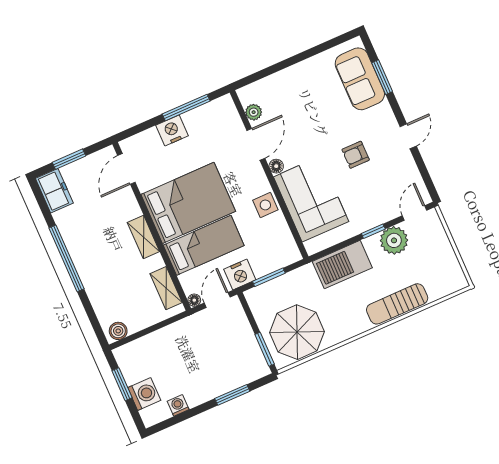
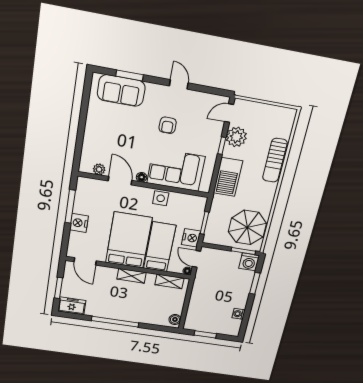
door: (414, 213) -> (229, 113), hinge flipped
washing machine: (144, 394) -> (249, 262), moved, turned 180

